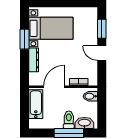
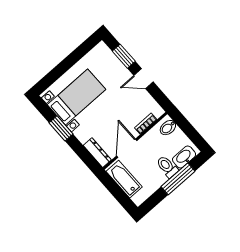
dresser: (34, 60) -> (97, 153), moved

